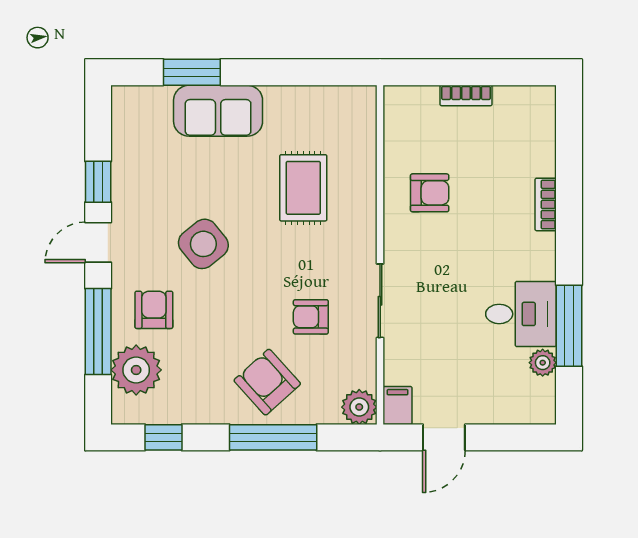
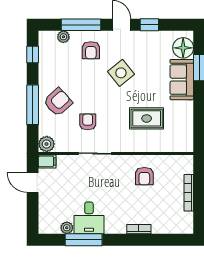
bookcase: (466, 95) -> (189, 193), width x1.56
floor lamp: (149, 108) -> (183, 48), added
armchair: (154, 310) -> (91, 50), turned 90
plant: (136, 370) -> (63, 37), width x0.53, depth x0.53

